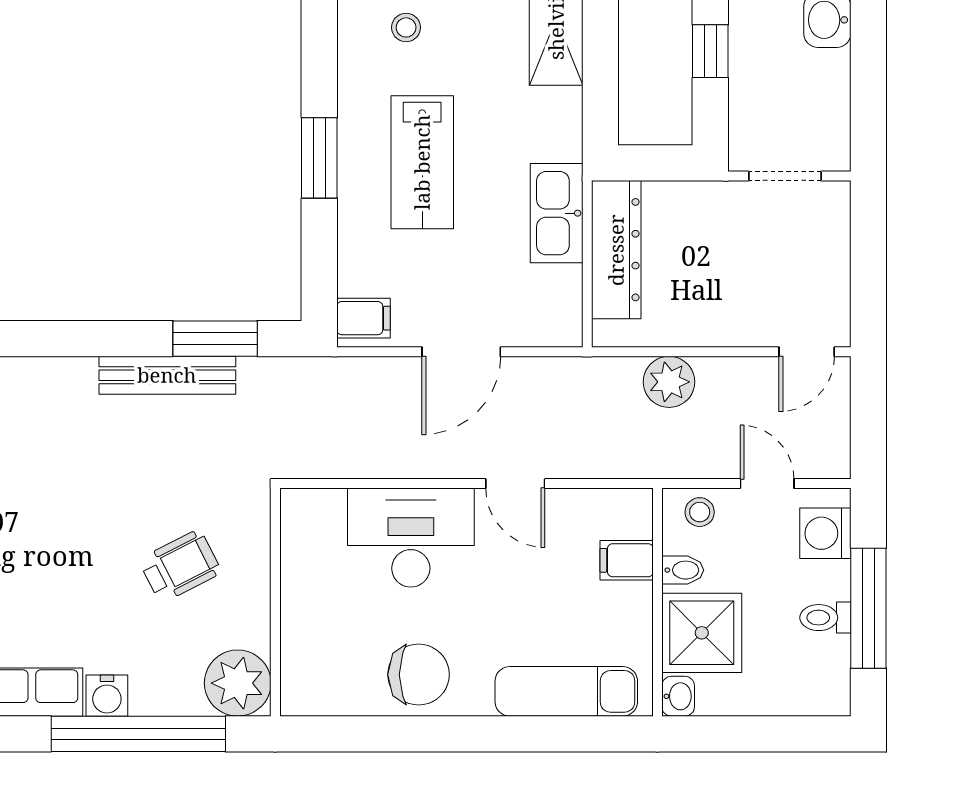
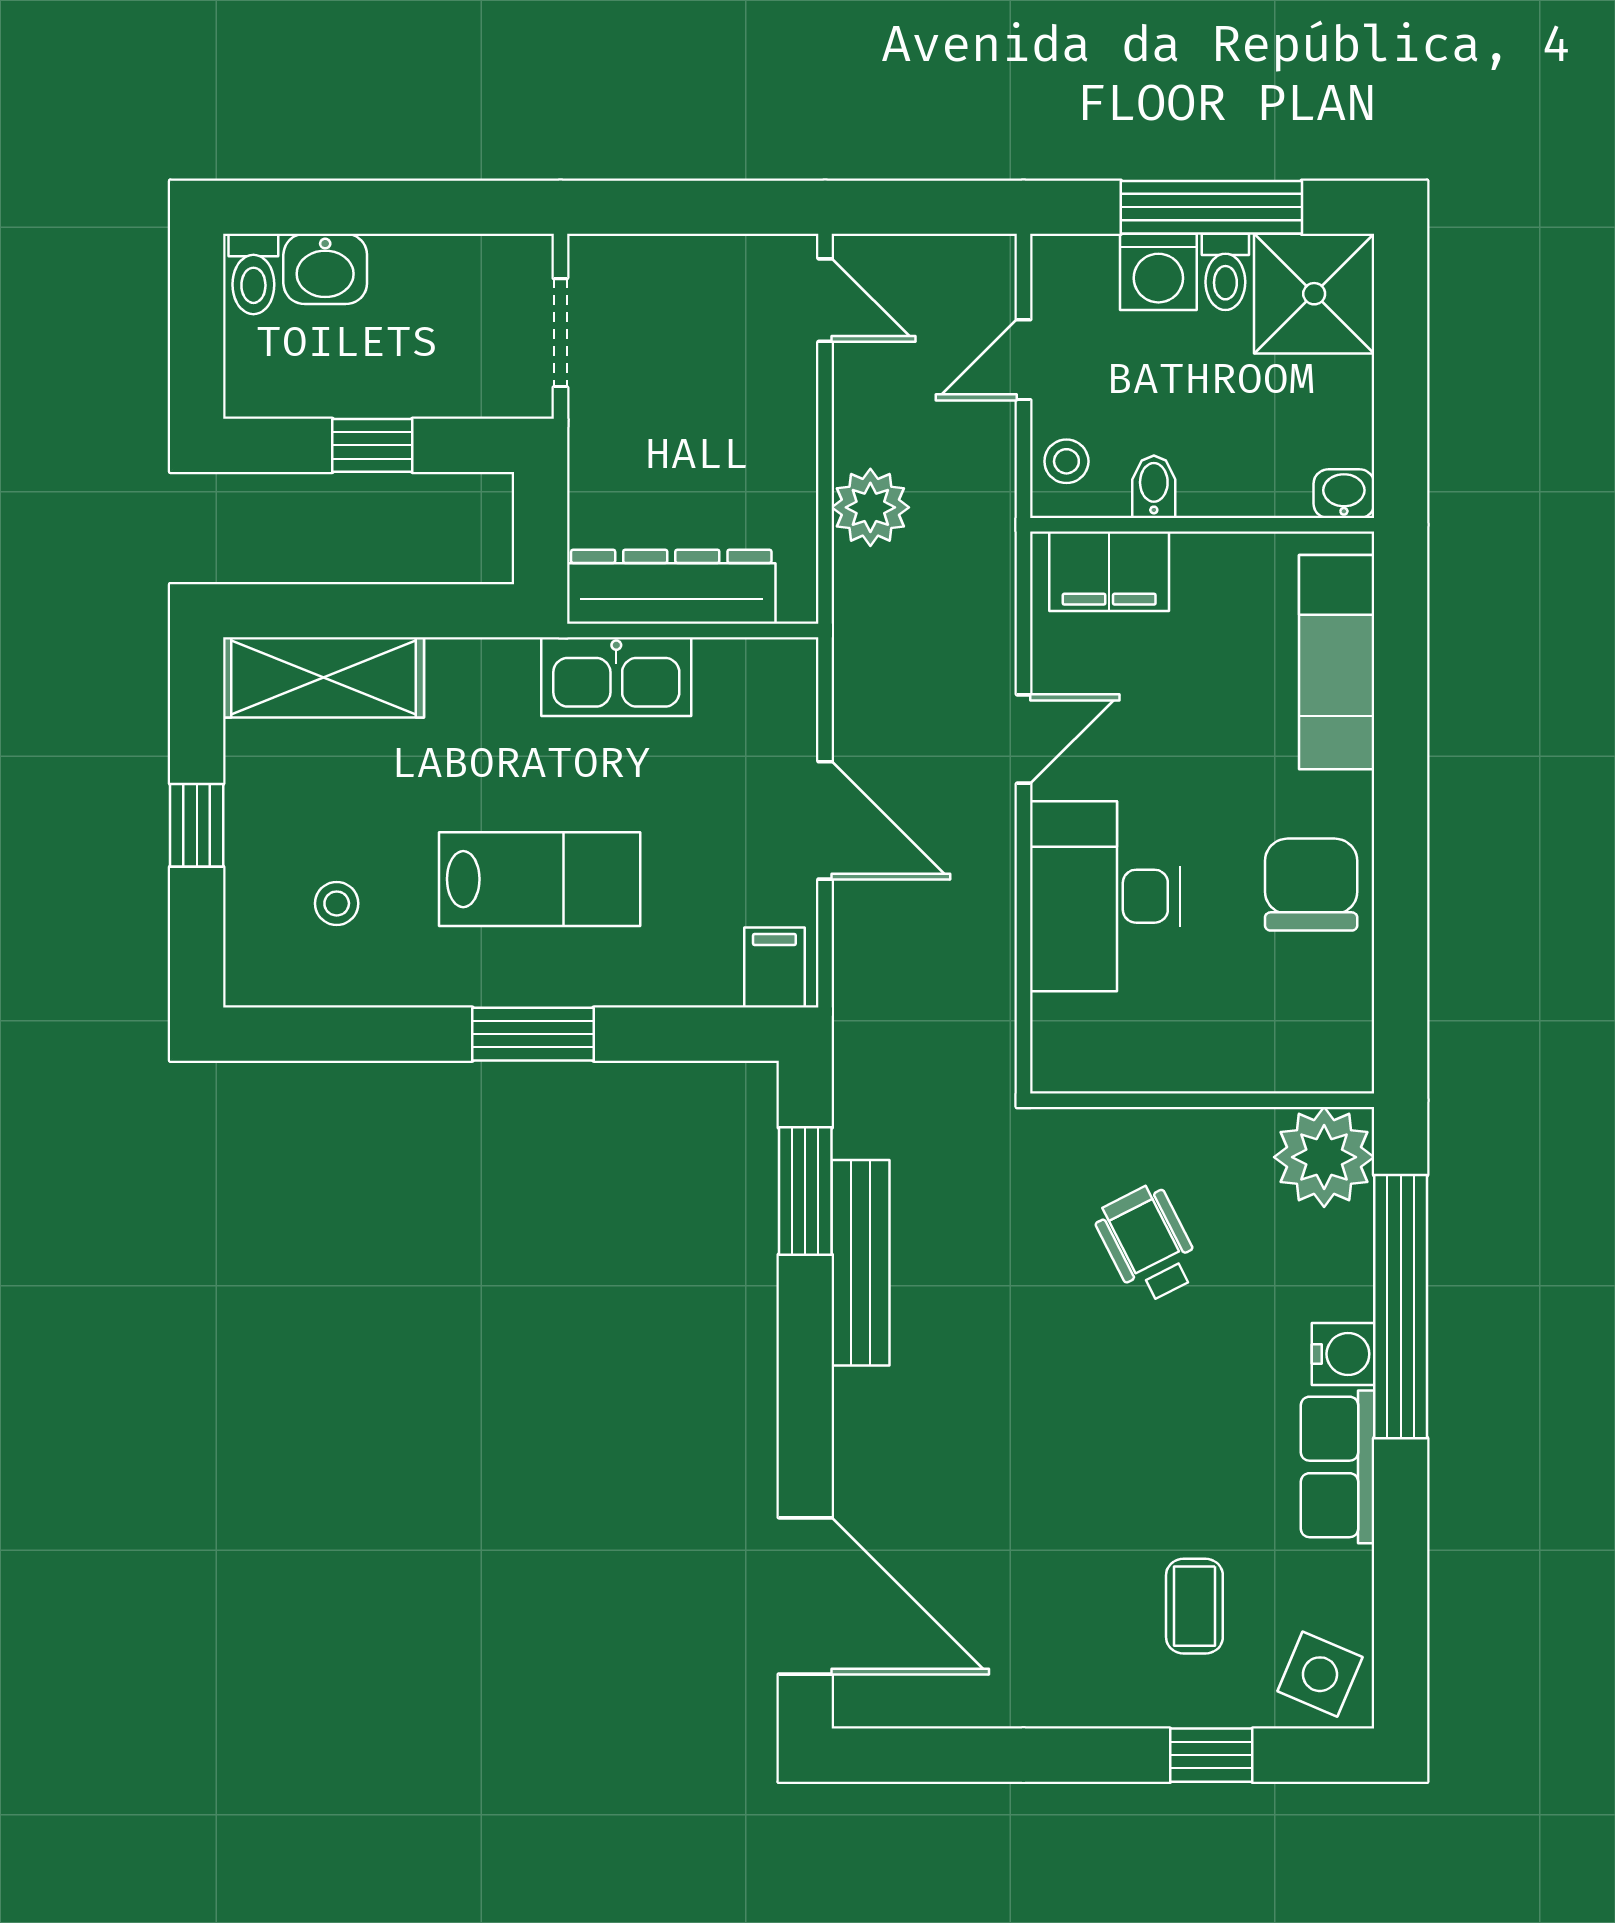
washing machine: (825, 533) -> (1158, 272), moved
filing cabinet: (627, 560) -> (1109, 571), width x2.00
shower: (702, 633) -> (1314, 294), moved

